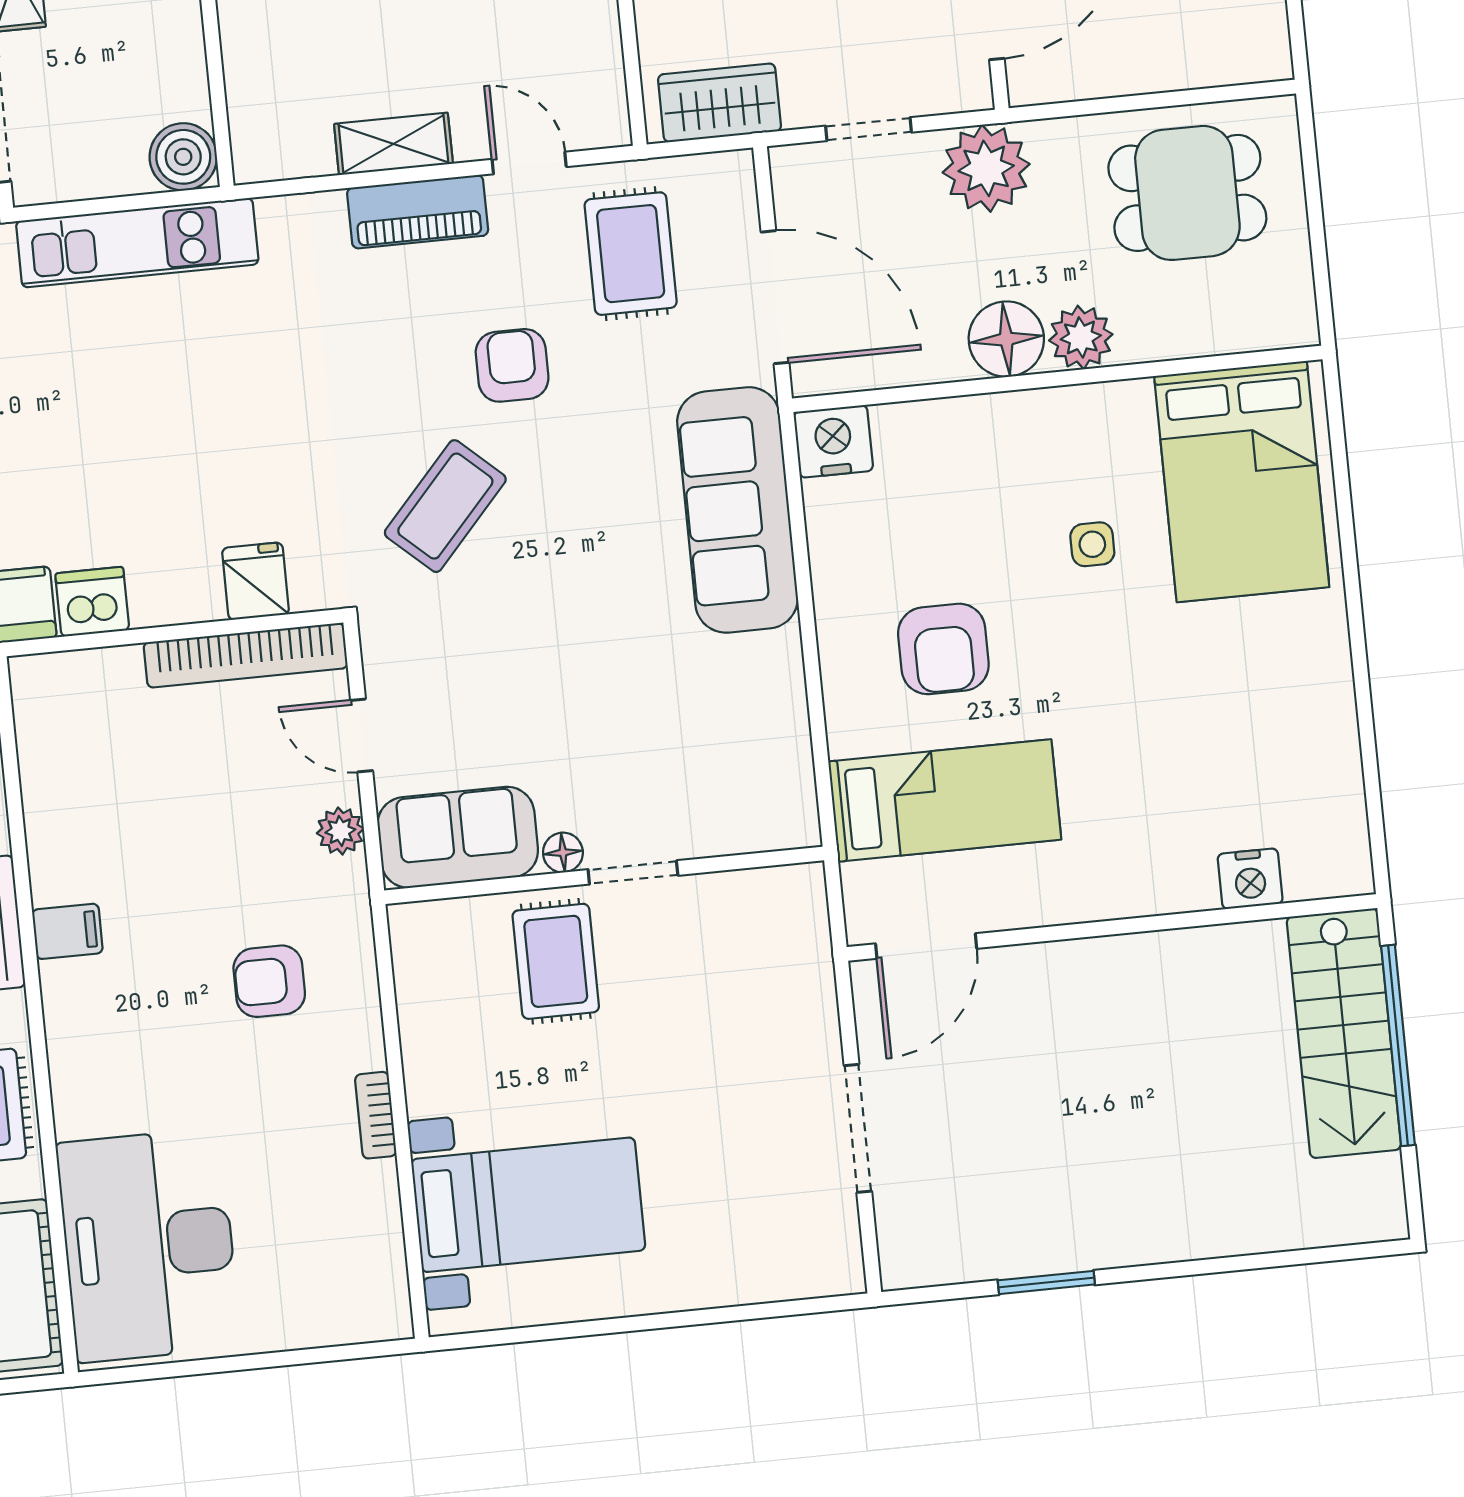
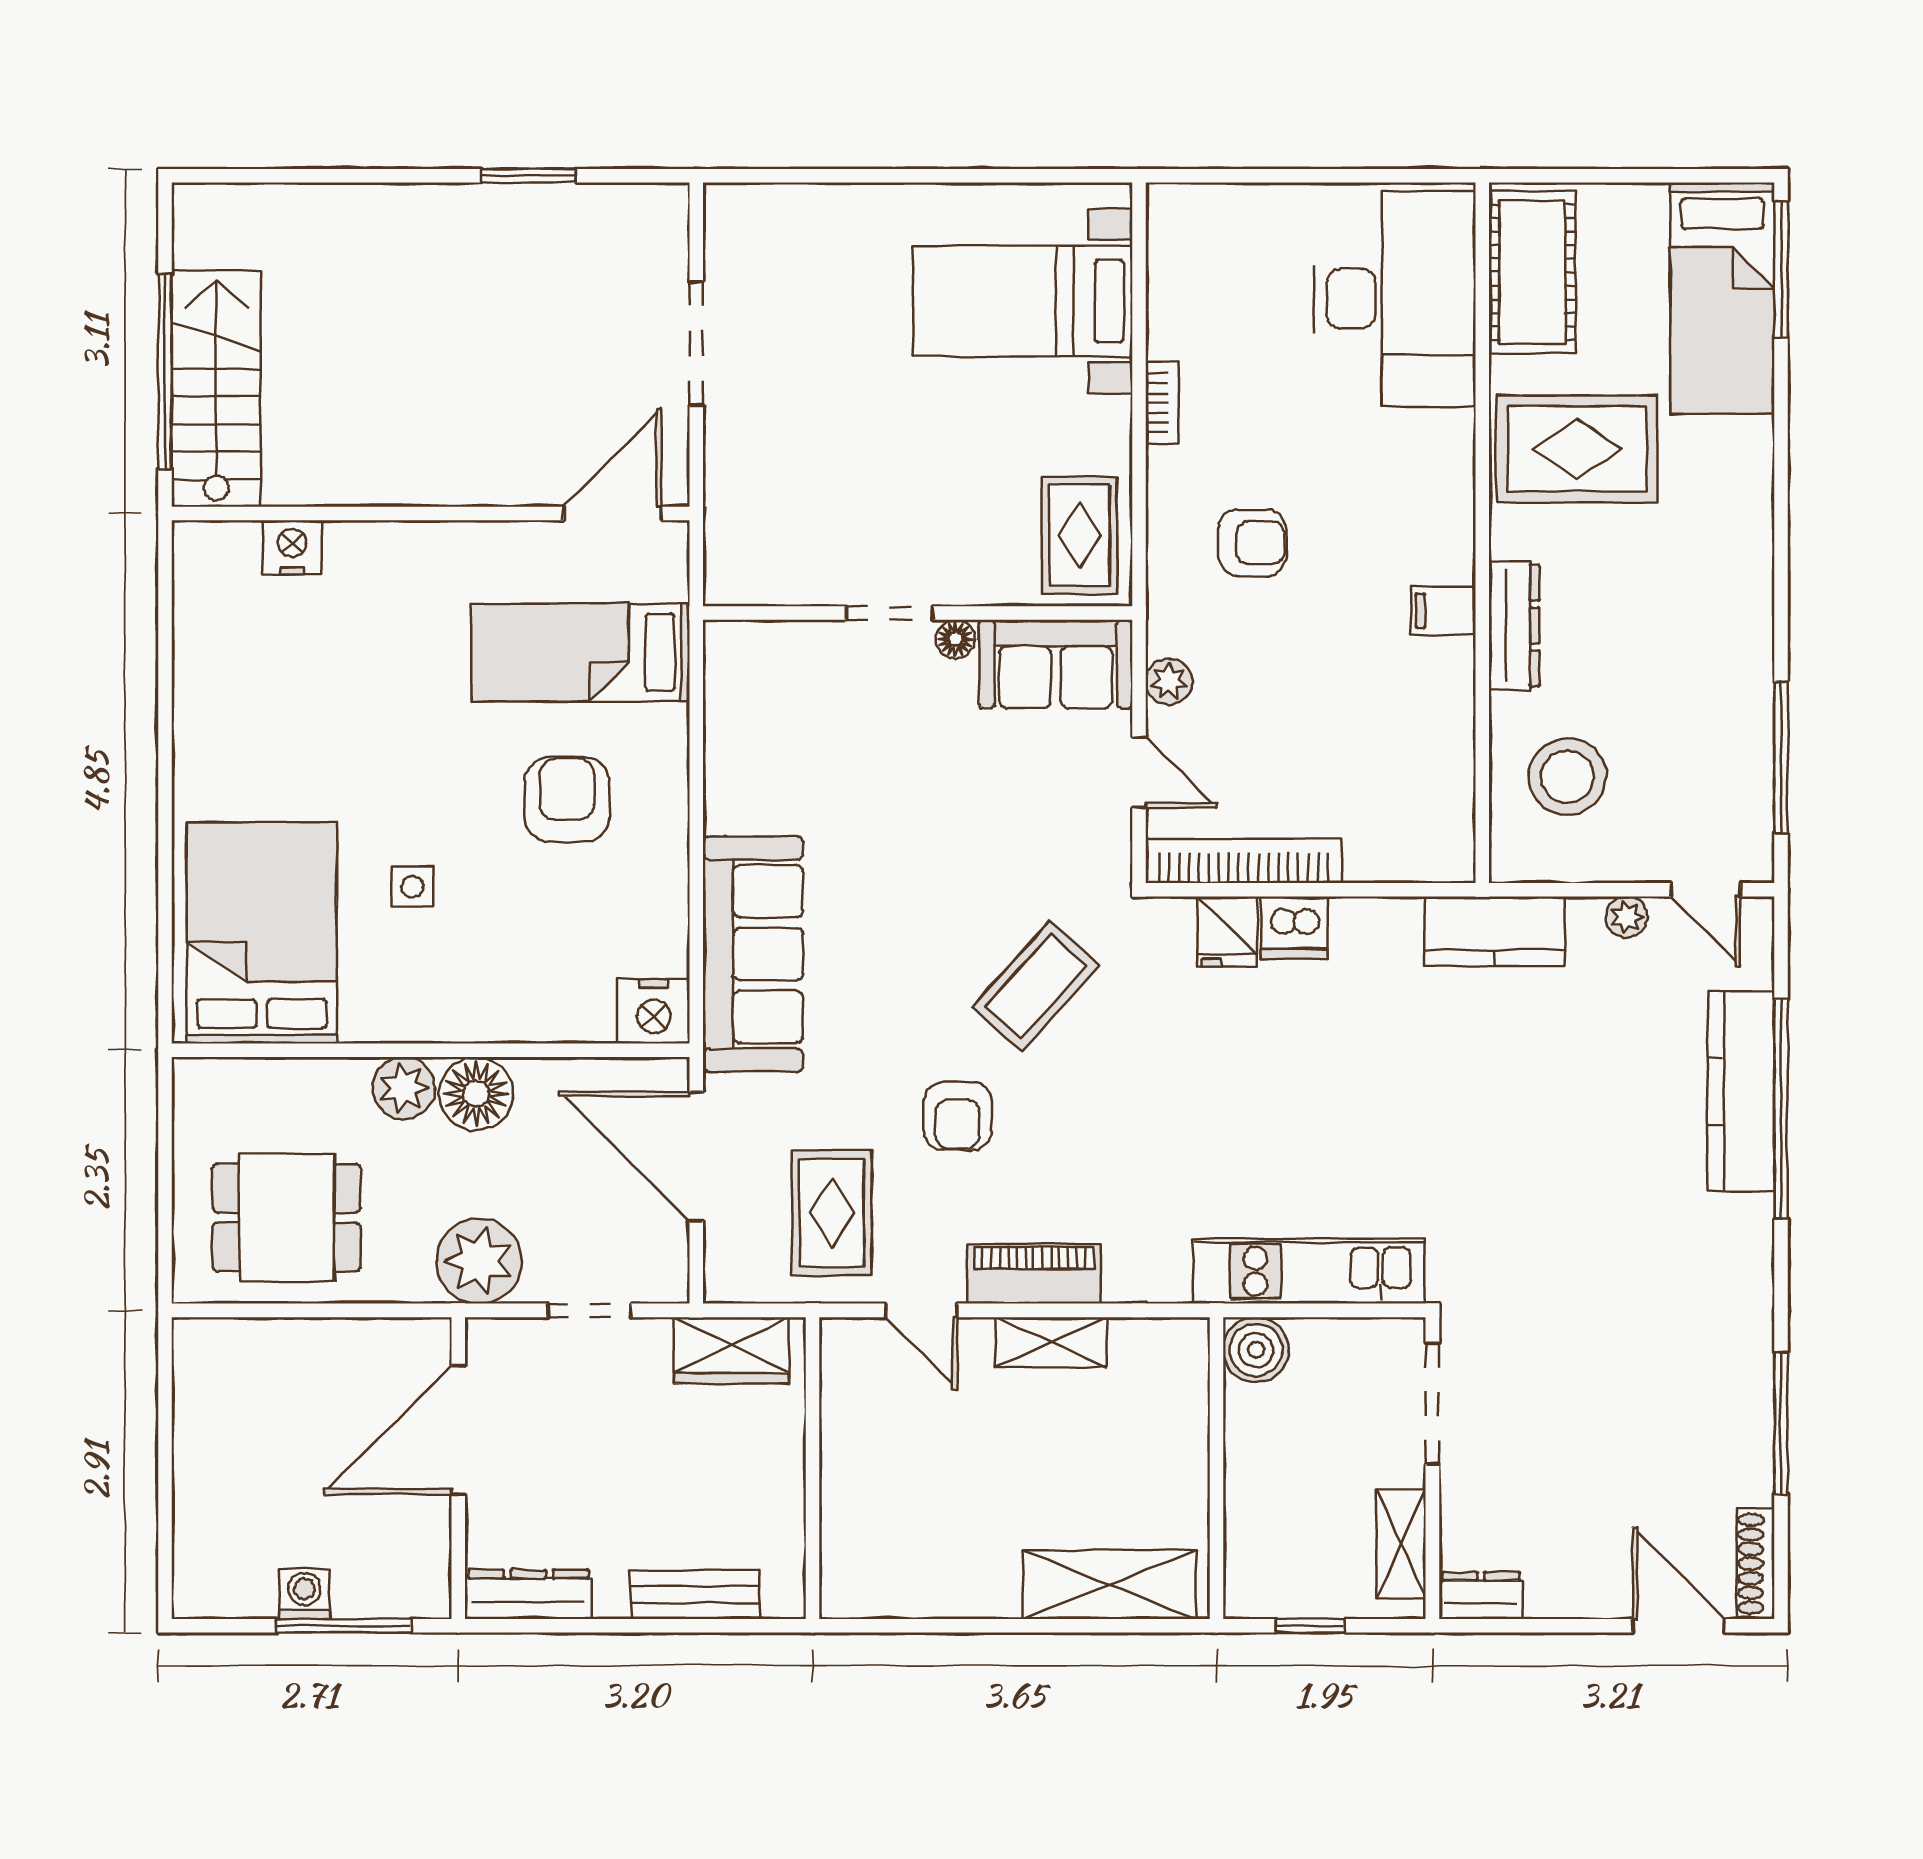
dishwasher: (92, 602) -> (1294, 928), moved
rug: (556, 961) -> (1079, 535), moved

